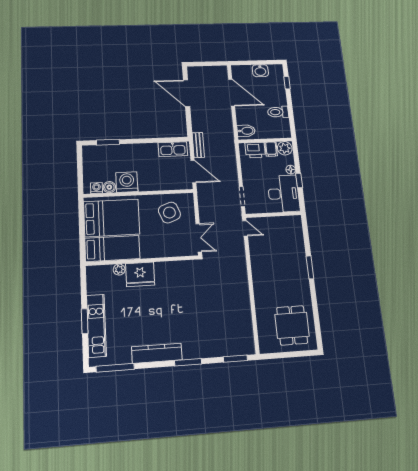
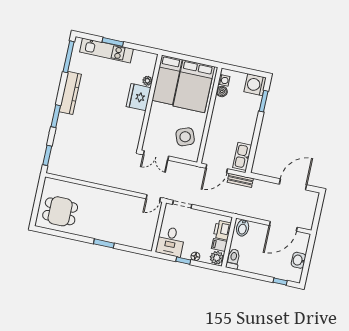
toilet: (278, 112) -> (233, 259), moved
washing machine: (127, 182) -> (255, 85), moved, turned 180
desk: (284, 194) -> (170, 241), width x0.73

